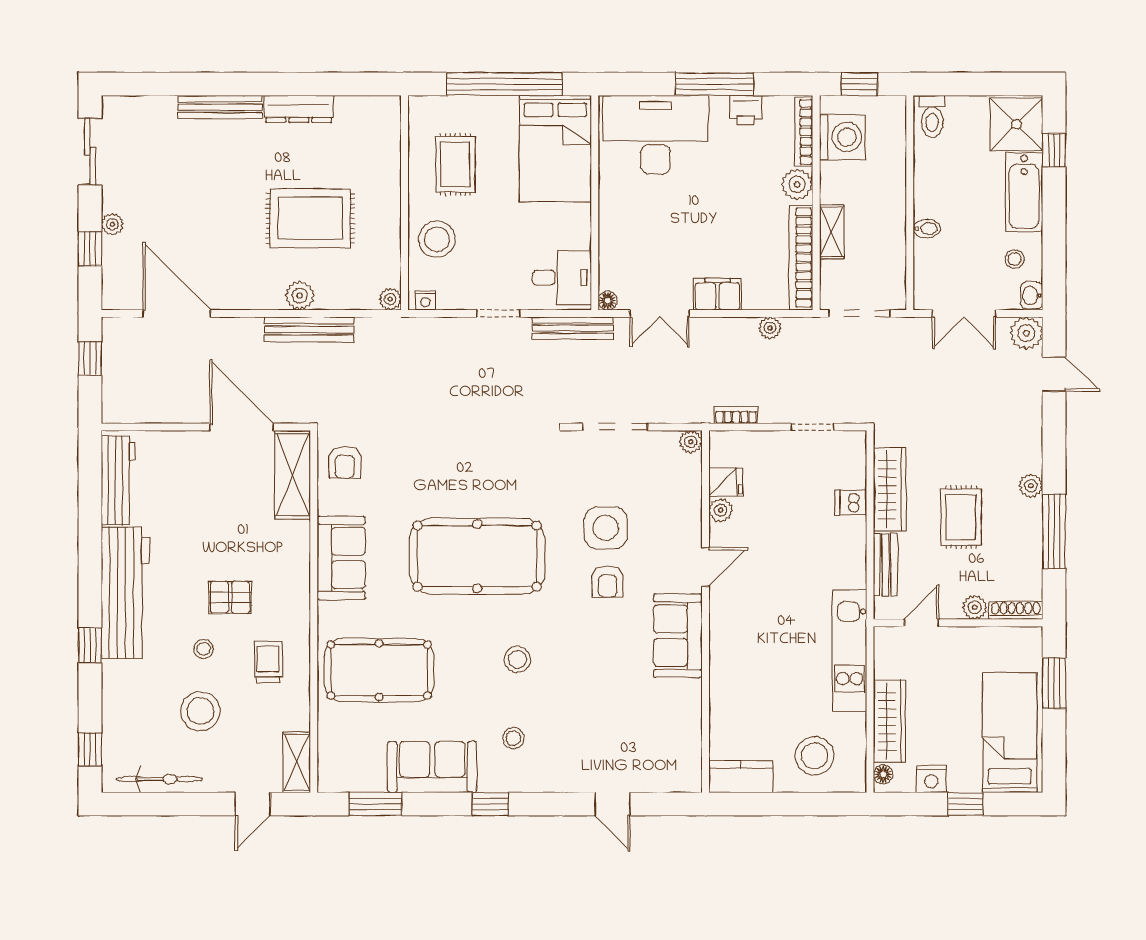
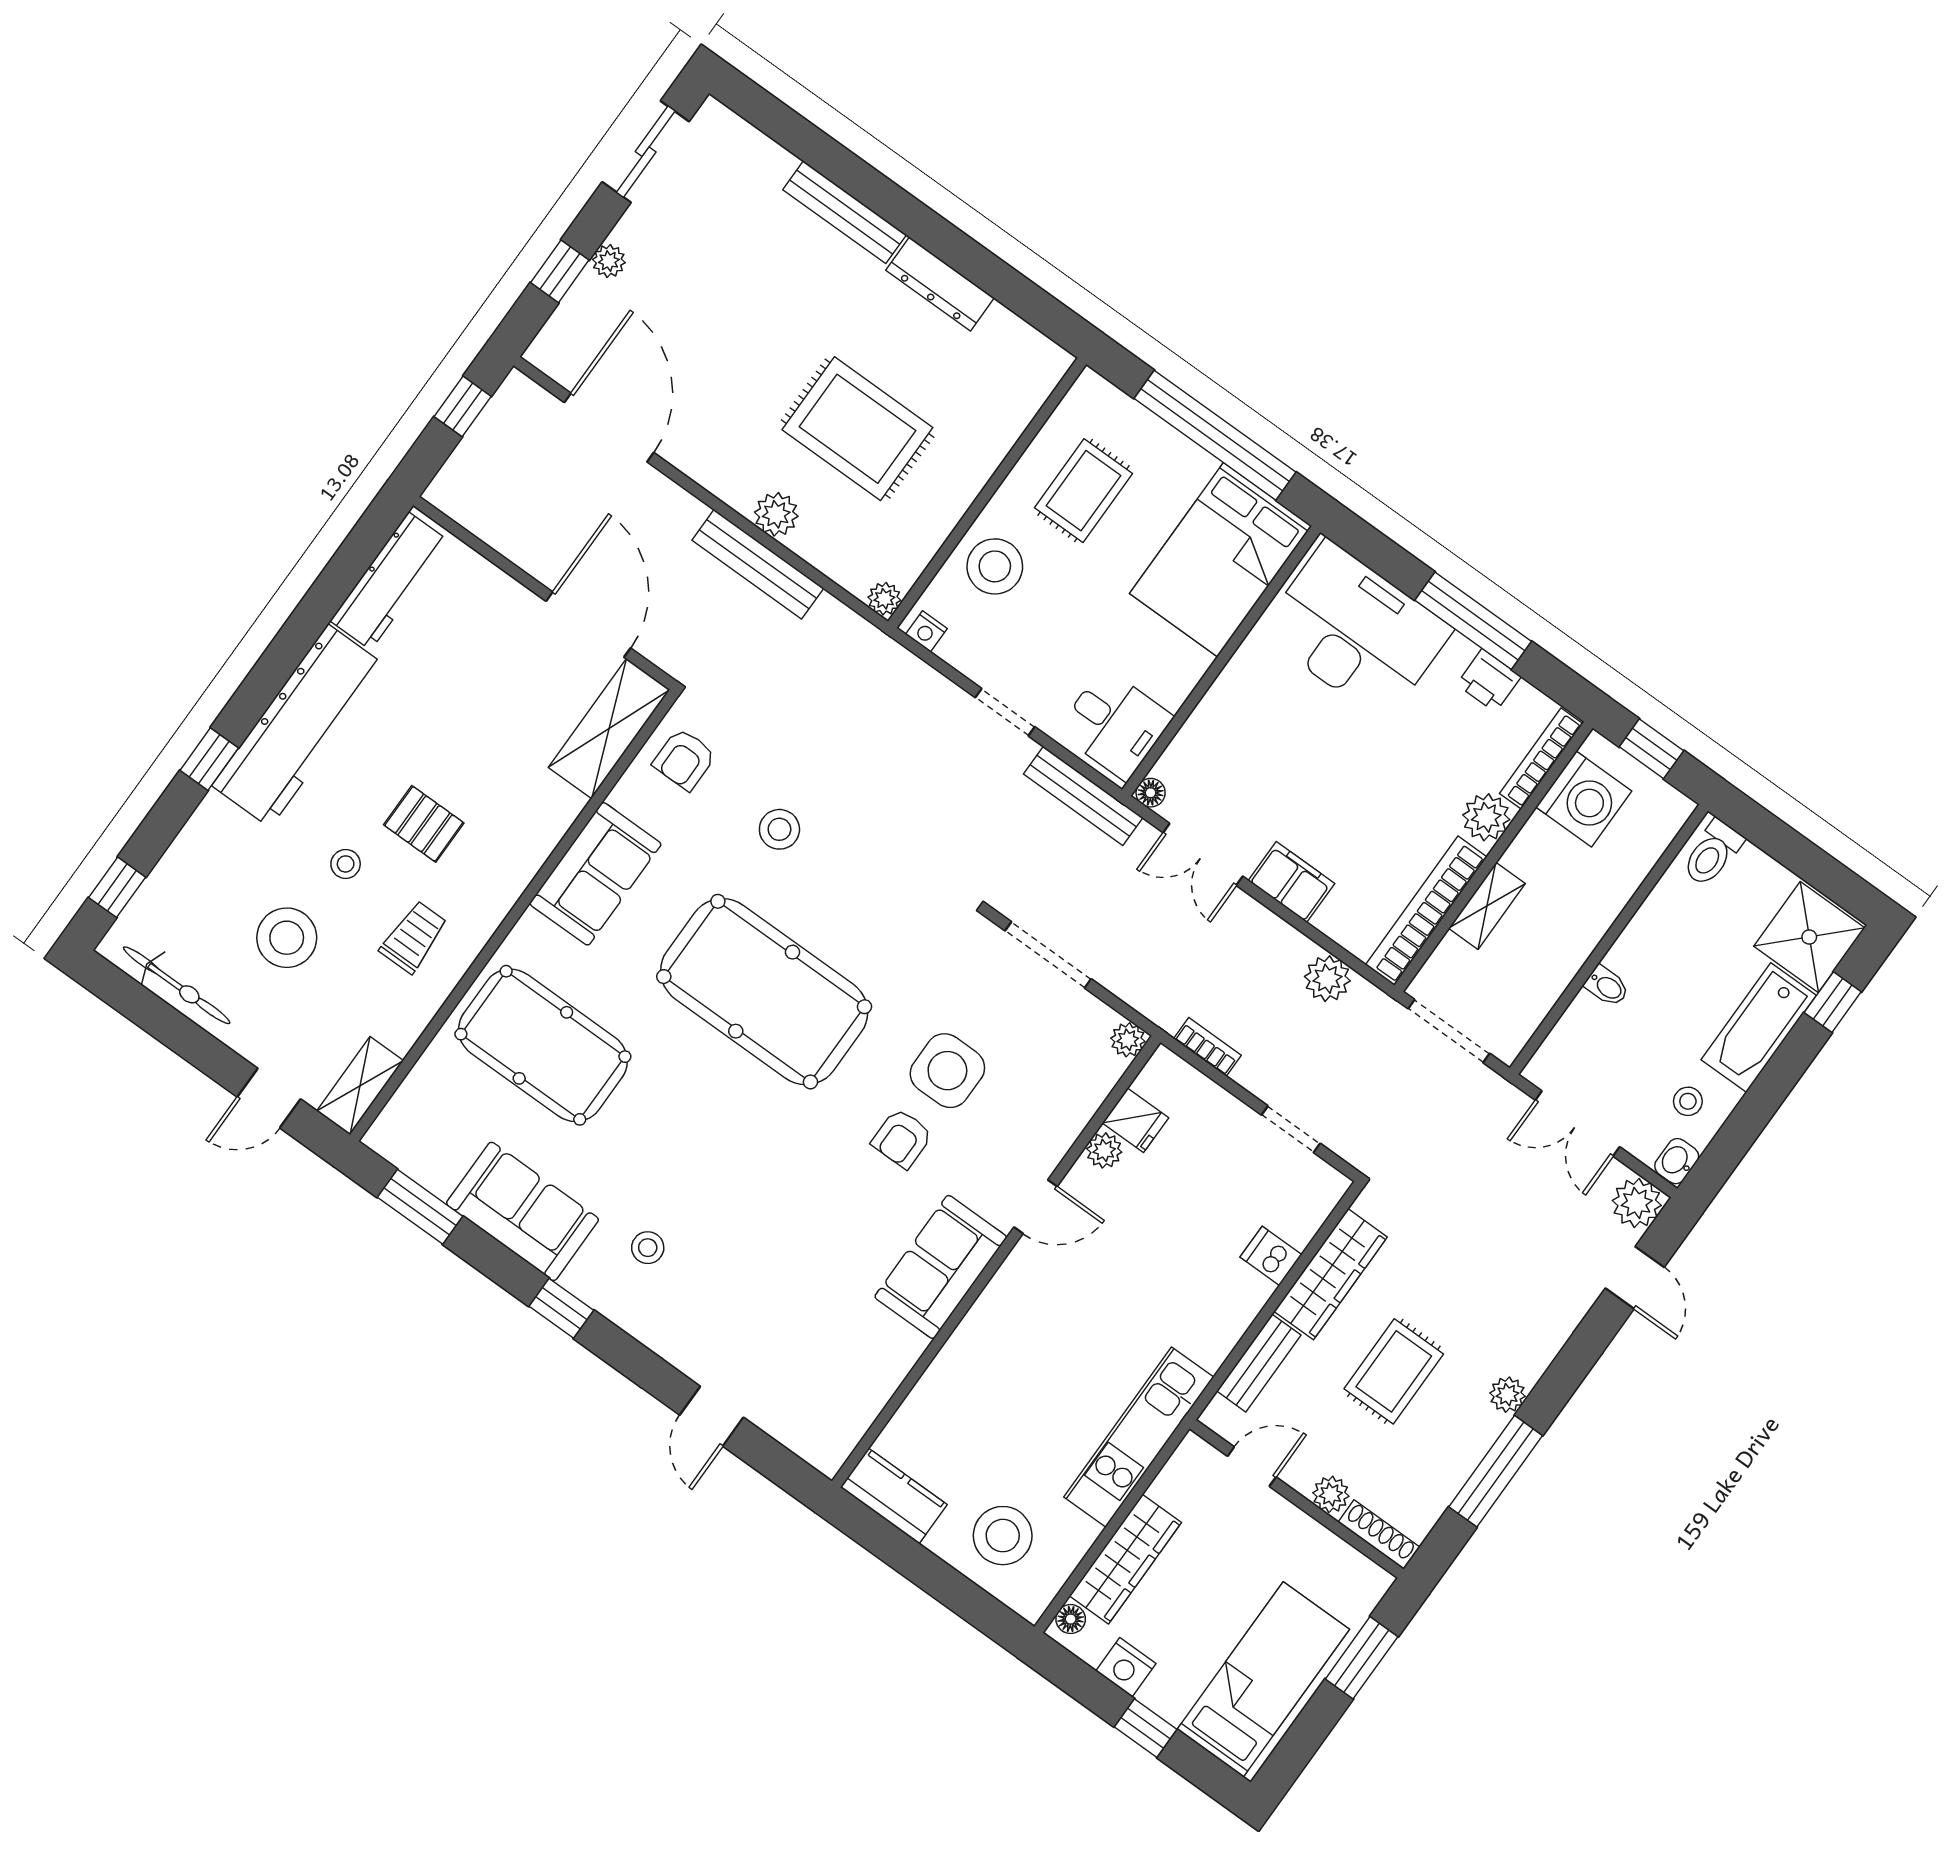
plant: (770, 328) -> (1327, 979), width x1.38, depth x1.38
stool: (517, 659) -> (779, 829), moved

